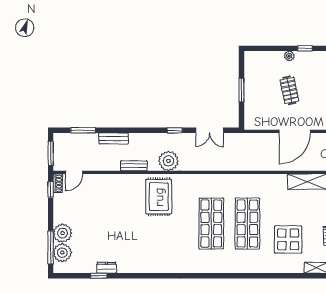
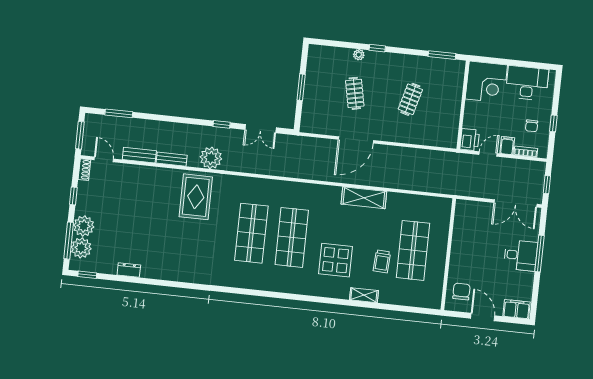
bench: (114, 138) -> (139, 155), moved
door: (74, 172) -> (104, 159), swing flipped
window: (51, 190) -> (73, 196), moved
window: (99, 276) -> (87, 275), moved

